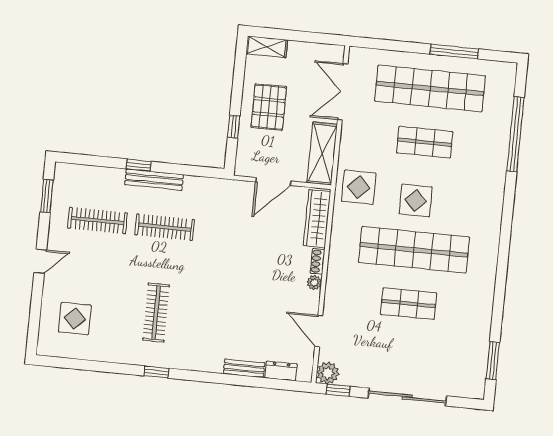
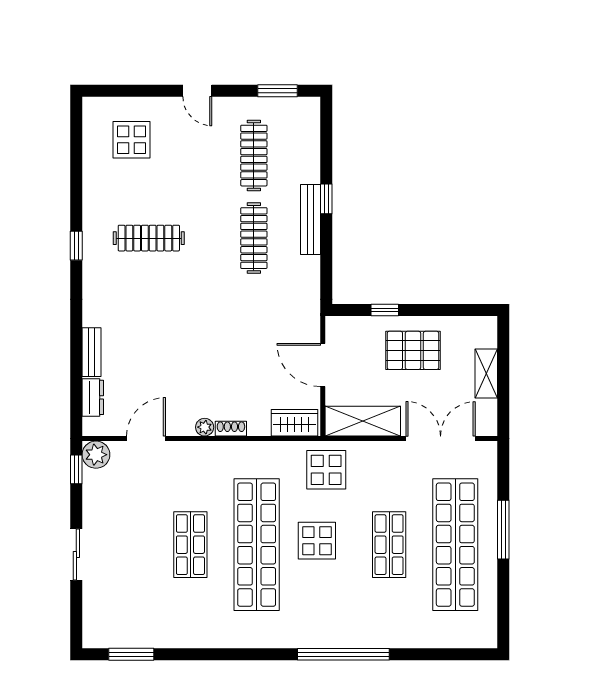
shelving: (267, 47) -> (486, 373), moved
window: (454, 52) -> (503, 530), moved
window: (515, 134) -> (343, 654), moved
wardrobe: (317, 219) -> (294, 423), width x0.67
sliding door: (407, 397) -> (76, 554), width x0.54

